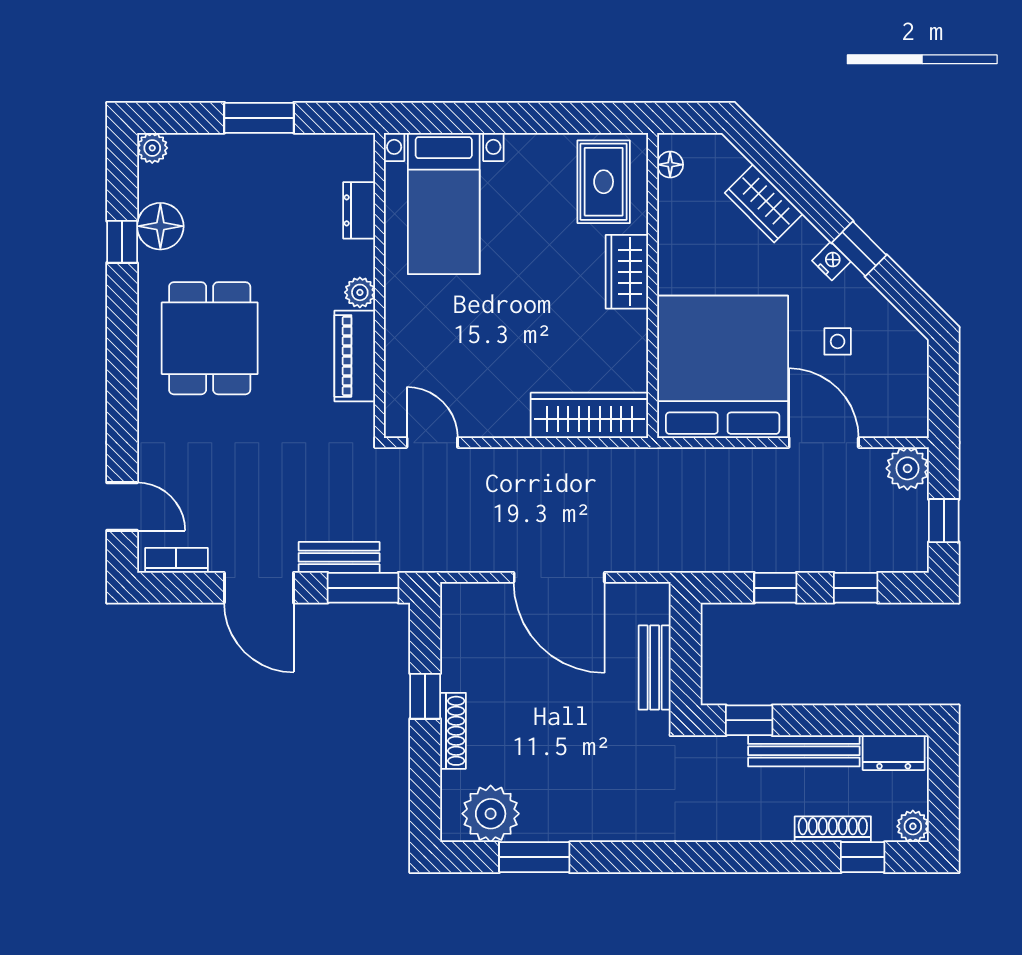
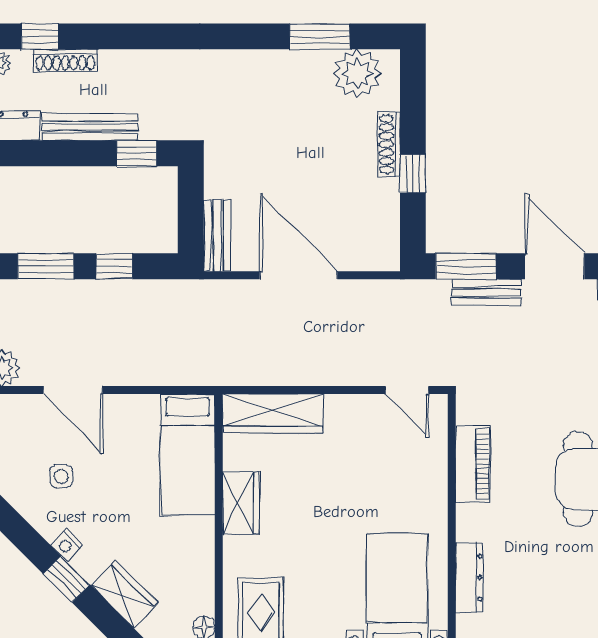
dresser: (359, 210) -> (469, 578), width x1.44
window: (859, 249) -> (67, 579), moved
wardrobe: (627, 272) -> (241, 503), moved
plant: (360, 292) -> (469, 518), removed
bed: (723, 367) -> (188, 455), width x0.49
window: (856, 588) -> (46, 266), width x1.50
bench: (655, 667) -> (217, 235), moved

